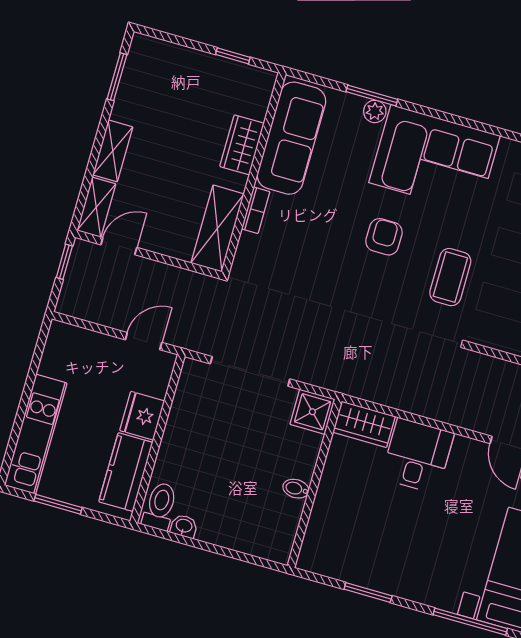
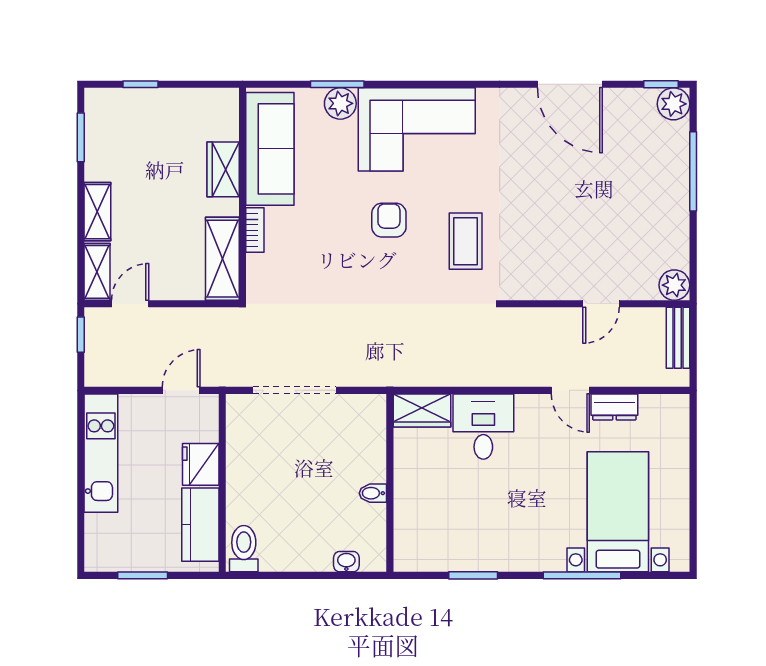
window: (233, 56) -> (141, 84), moved
plant: (375, 111) -> (340, 103), width x1.38, depth x1.38
shower: (312, 412) -> (367, 413), removed
kitchen unit: (36, 434) -> (101, 453), moved
washbasin: (184, 526) -> (346, 562), moved

